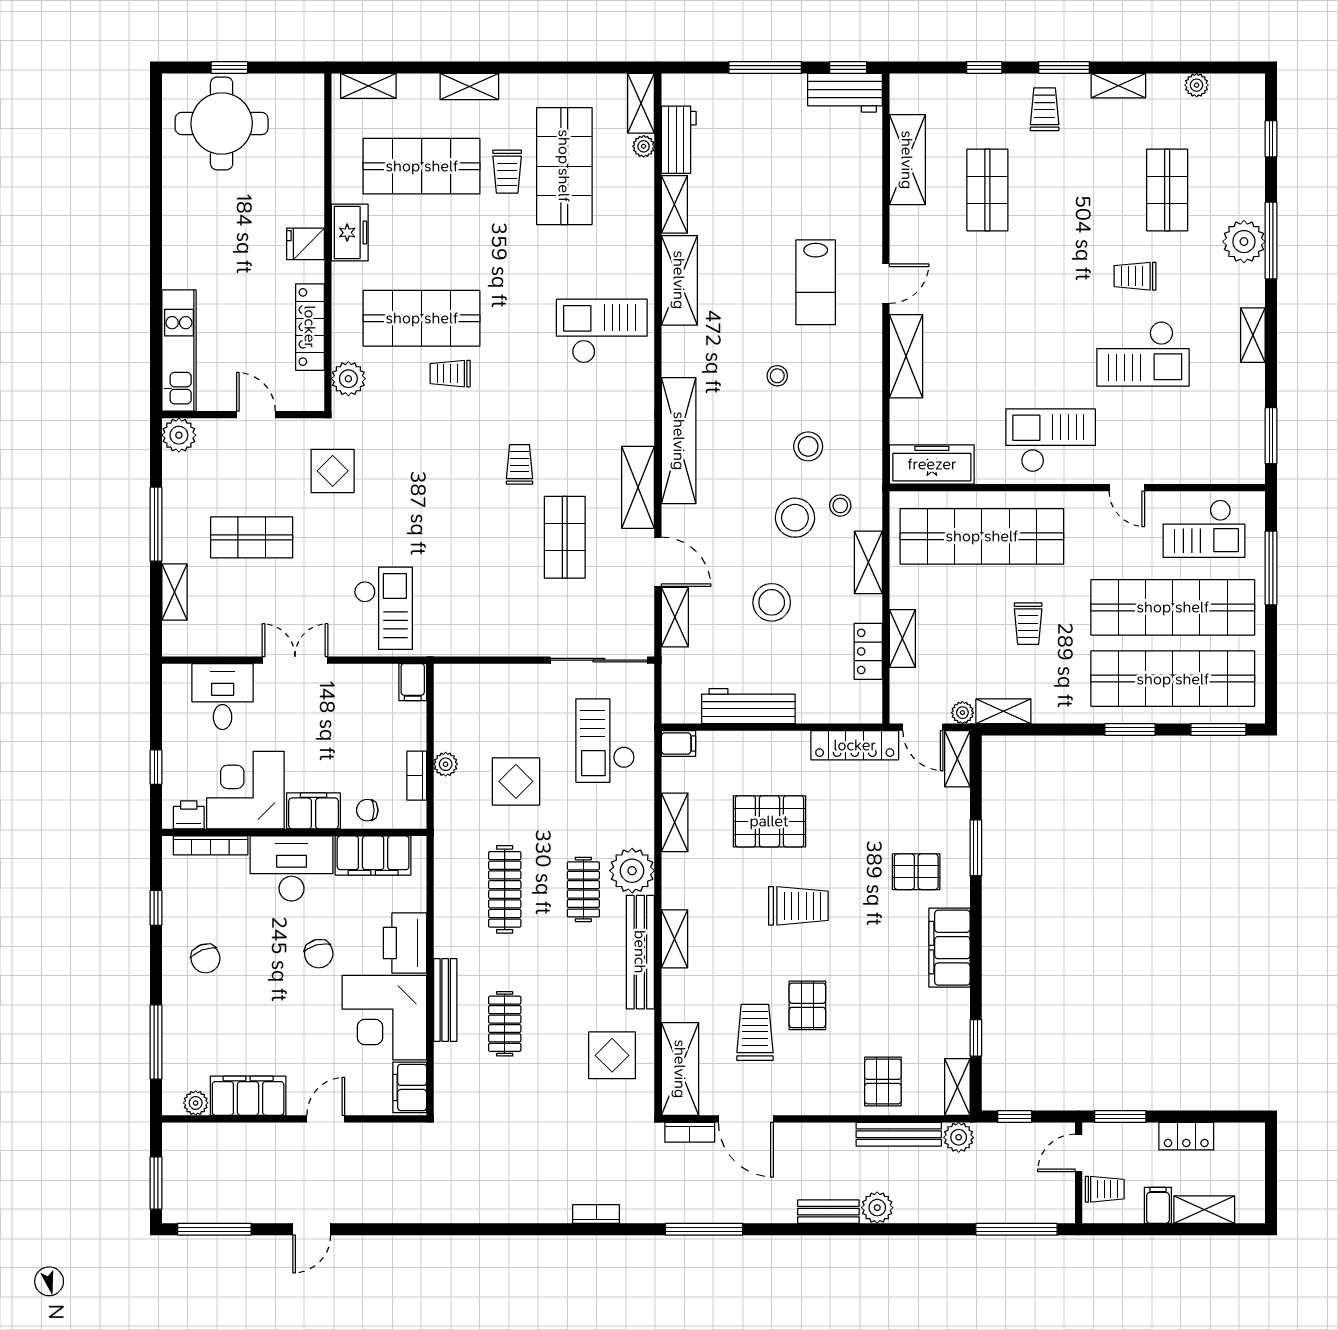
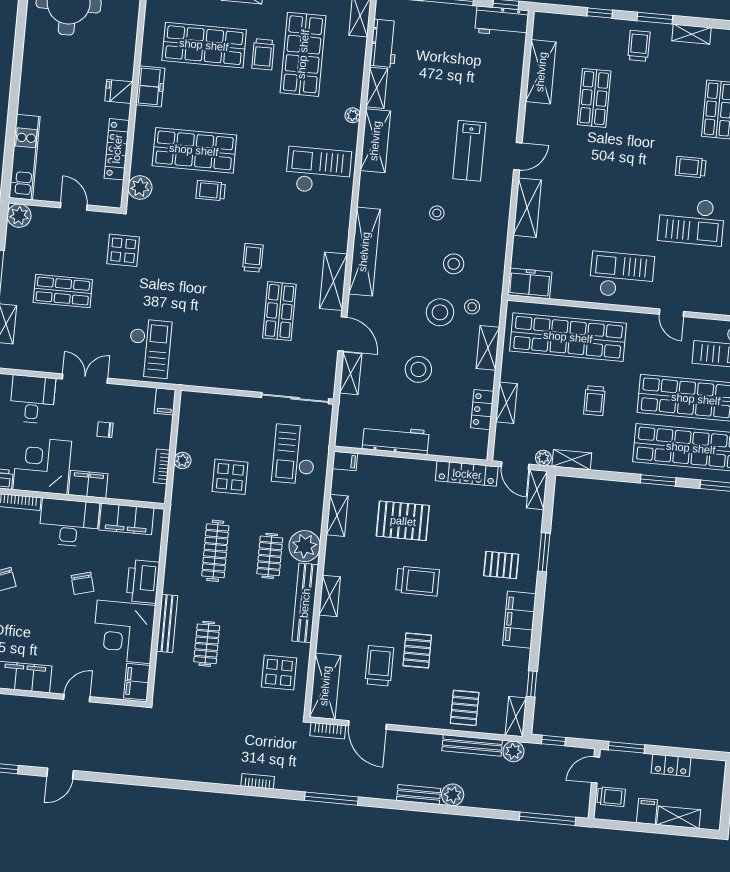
plant: (644, 146) -> (353, 115), moved
freezer: (932, 464) -> (530, 283), width x0.71
chair: (367, 810) -> (105, 430), moved

